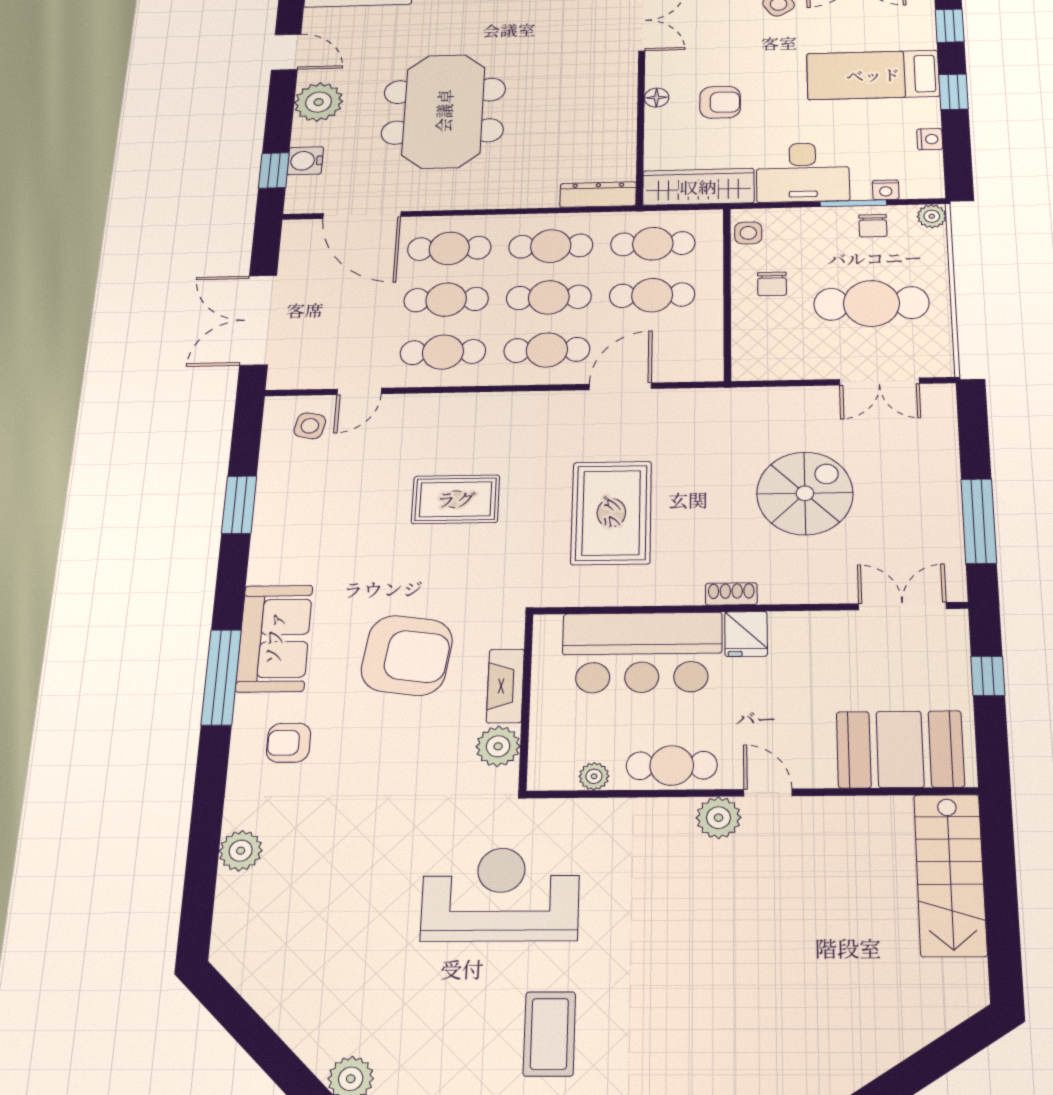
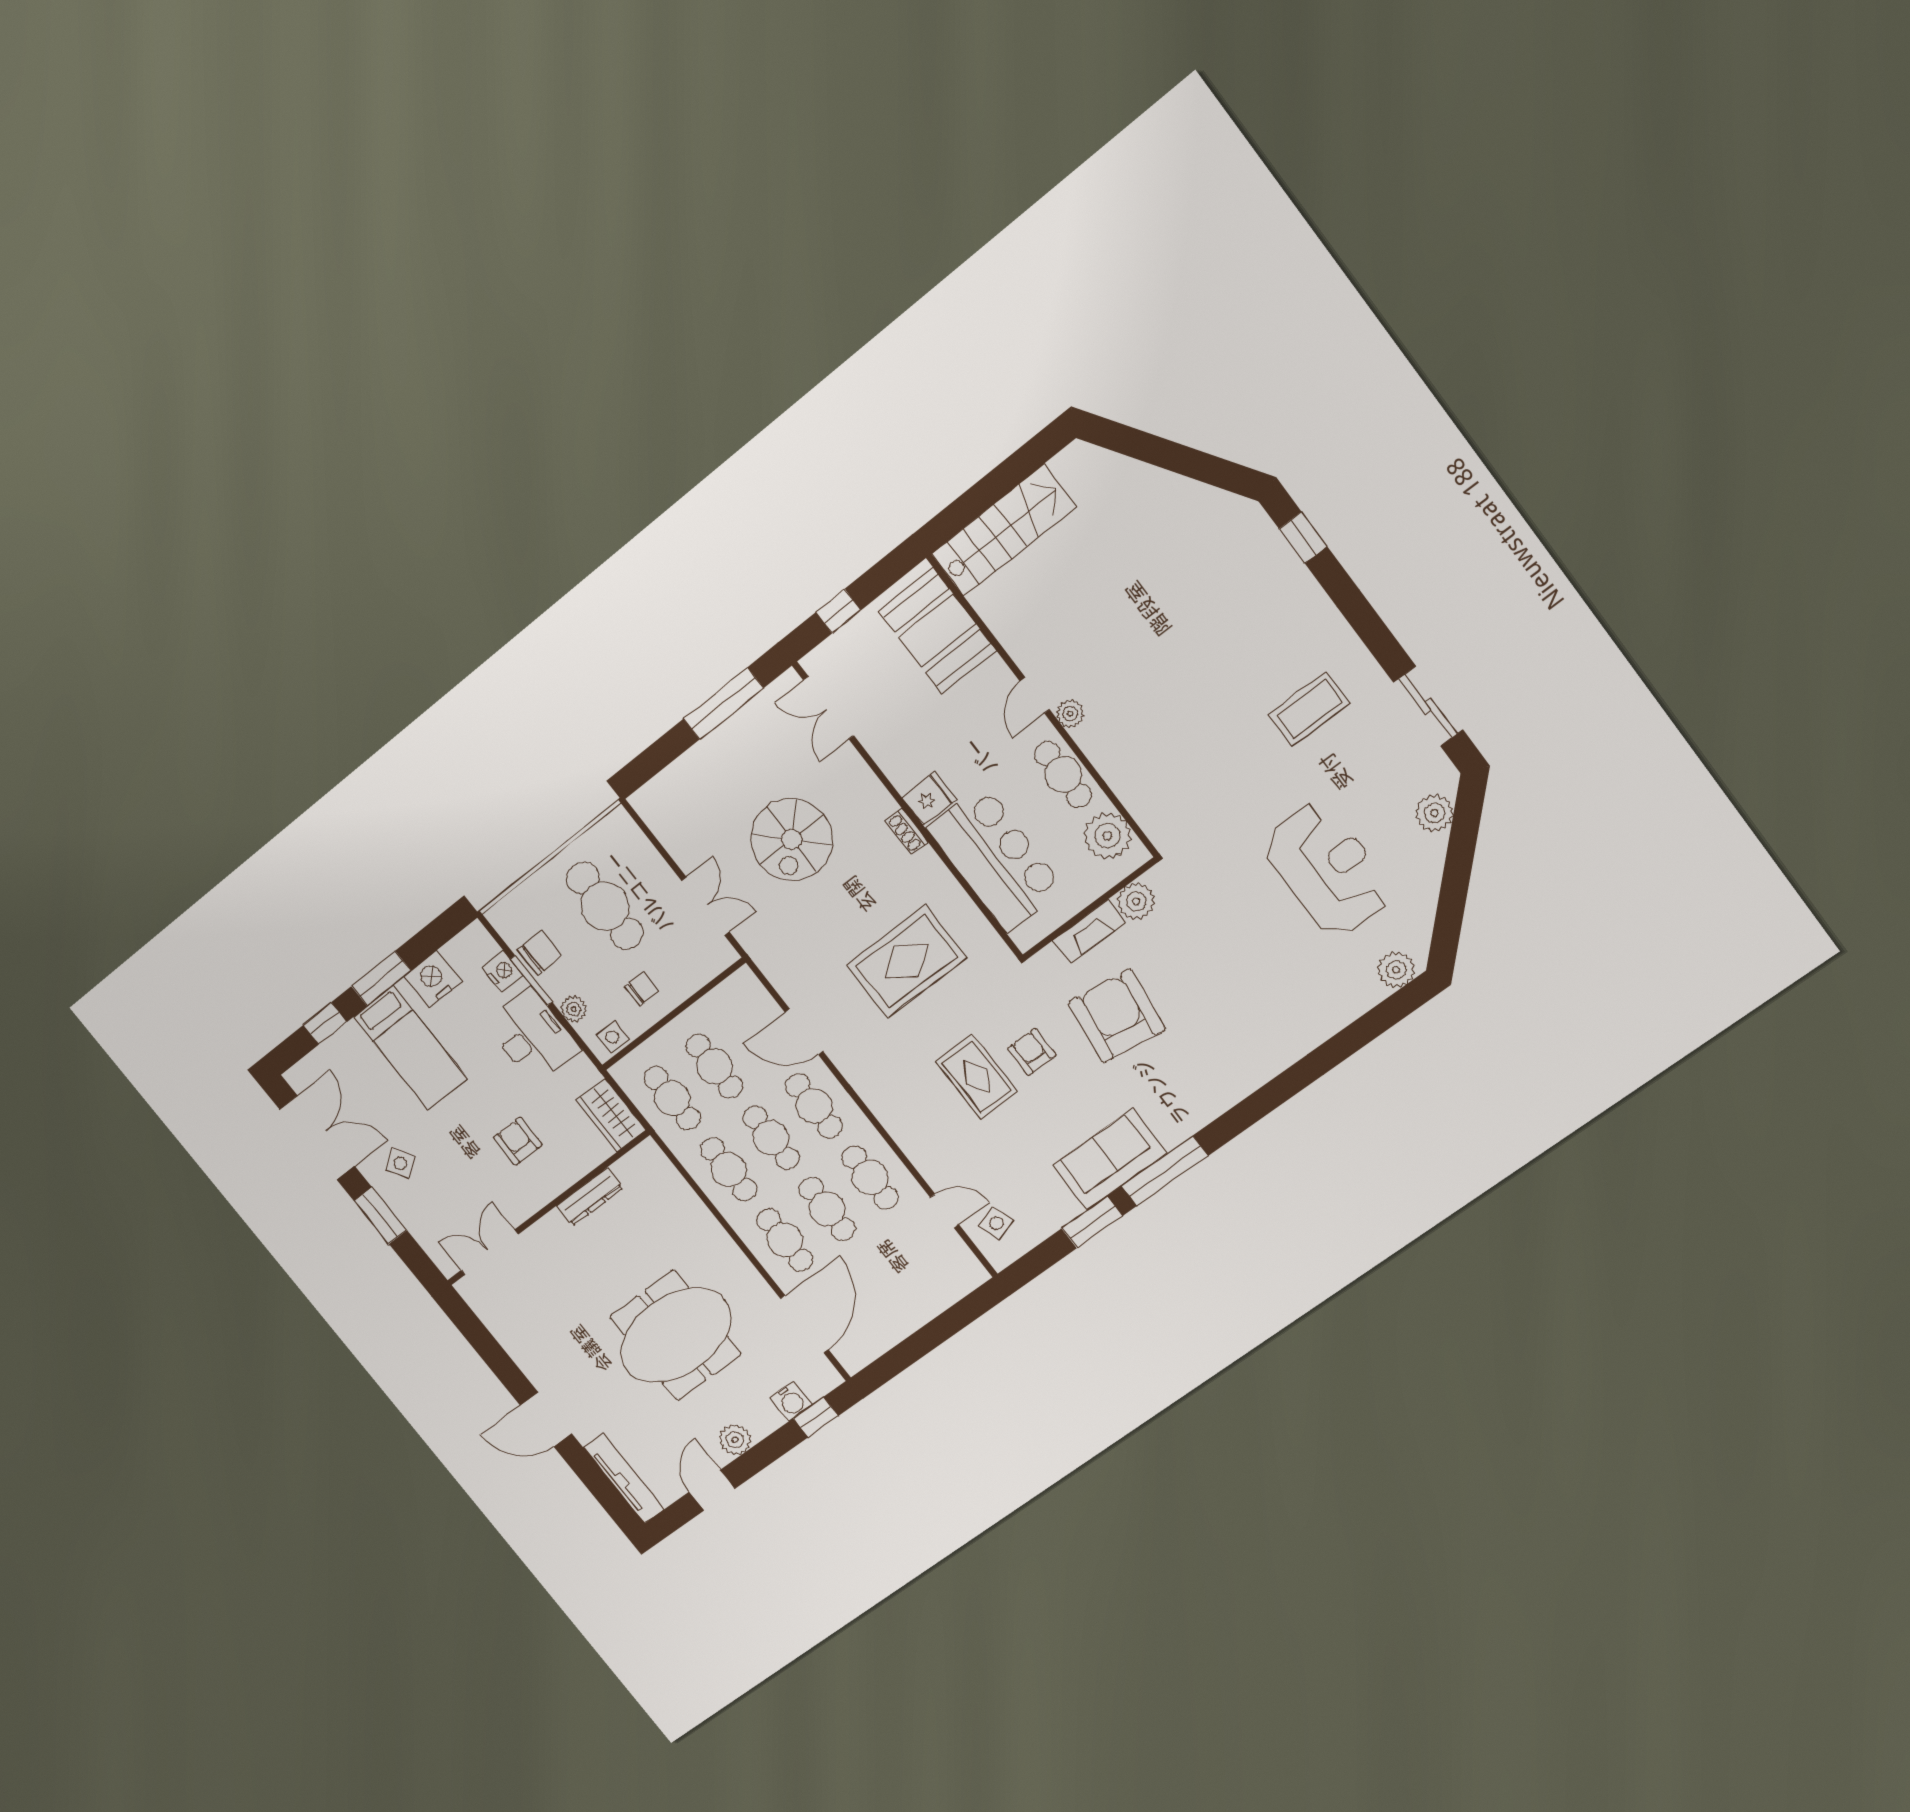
window: (954, 92) -> (381, 978), width x1.50
floor lamp: (657, 98) -> (548, 1190), removed
plant: (319, 102) -> (735, 1440), width x0.73, depth x0.73
nightstand: (930, 139) -> (433, 979), width x1.89, depth x1.79
wardrobe: (698, 187) -> (611, 1115), width x0.67
nightstand: (886, 190) -> (502, 972), width x1.39, depth x1.35
dresser: (598, 195) -> (590, 1197), moved, turned -90
plant: (932, 216) -> (574, 1009), moved
chair: (873, 226) -> (539, 953), width x1.37, depth x1.37
double door: (258, 320) -> (942, 1328), removed
double door: (879, 381) -> (705, 906), moved
side table: (310, 426) -> (996, 1223), turned -30
spiral stairs: (805, 493) -> (792, 839), turned -90
sofa: (274, 638) -> (1110, 1160), moved
window: (221, 677) -> (1165, 1171), moved
armchair: (289, 743) -> (1032, 1052), moved, turned 180
plant: (594, 776) -> (1107, 836), width x1.88, depth x1.88
plant: (718, 818) -> (1070, 714), width x0.73, depth x0.73
plant: (241, 851) -> (1396, 970), moved
reception desk: (500, 894) -> (1327, 869), moved, turned 180

